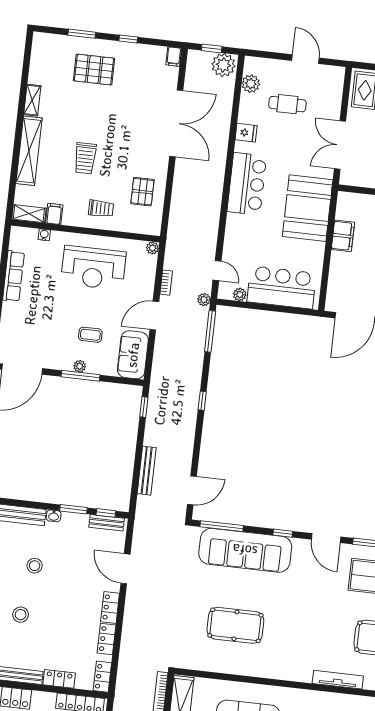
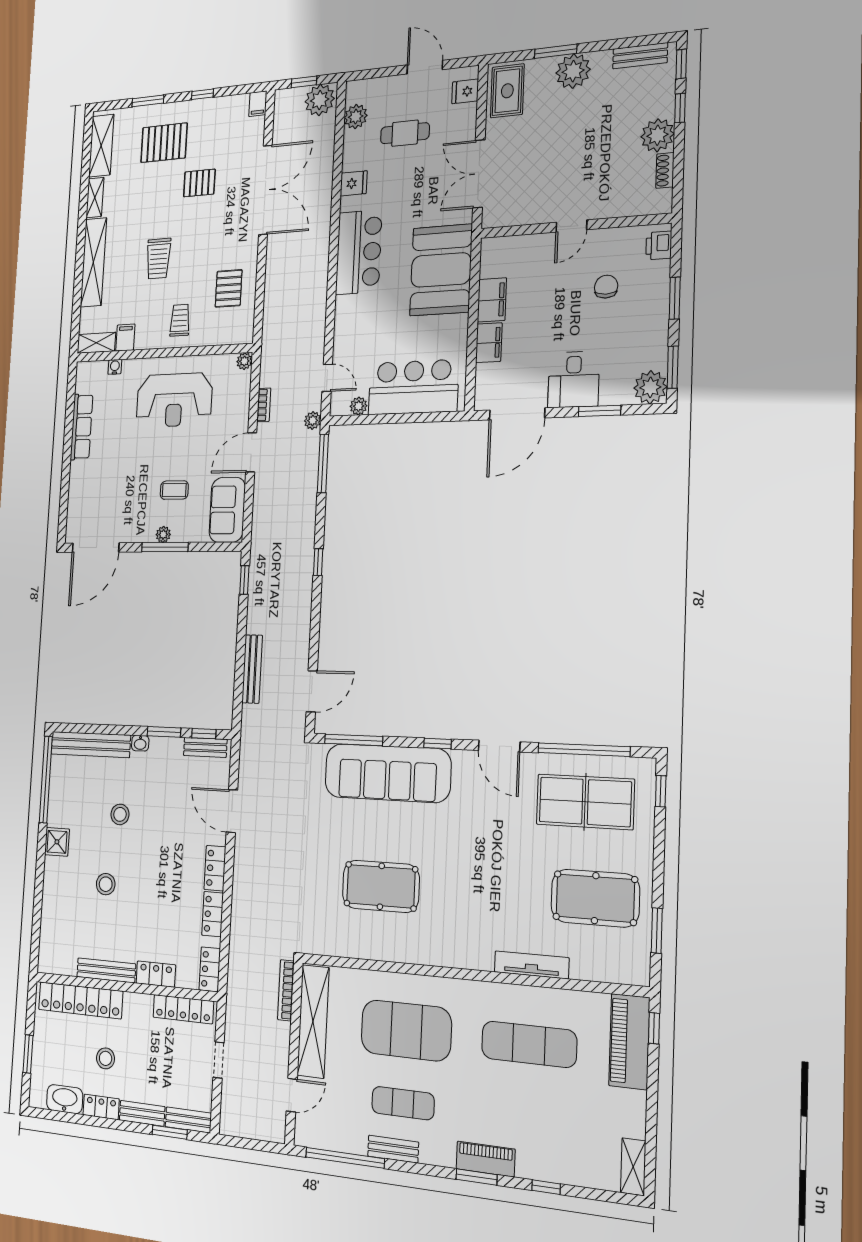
shelving: (40, 60) -> (101, 146), added
fridge: (334, 84) -> (465, 91), added
pallet: (122, 107) -> (199, 183), added
trolley: (101, 209) -> (180, 320), turned -90
filing cabinet: (339, 265) -> (489, 343), added

